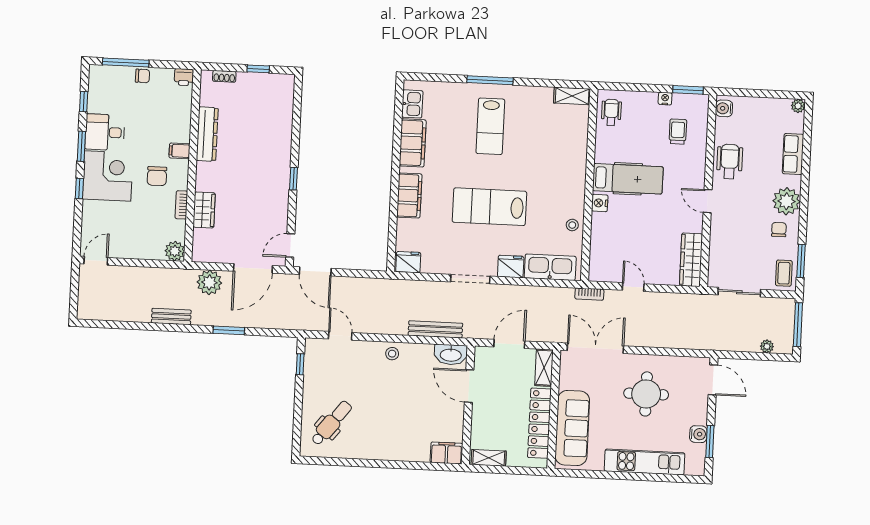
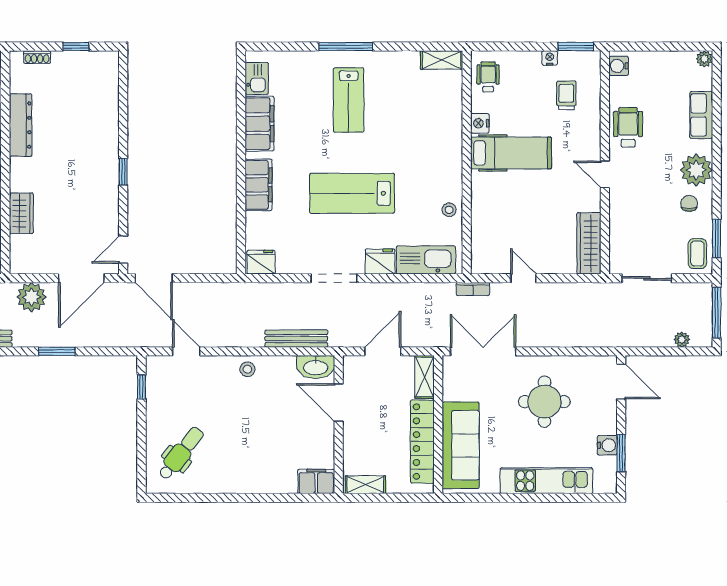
nightstand: (600, 203) -> (480, 123), moved

